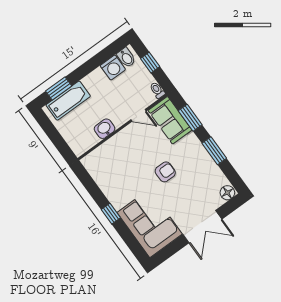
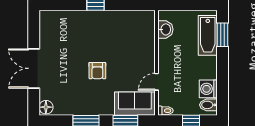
washbasin: (105, 129) -> (165, 29), moved
corner sofa: (150, 223) -> (66, 29), removed

